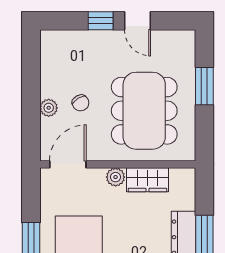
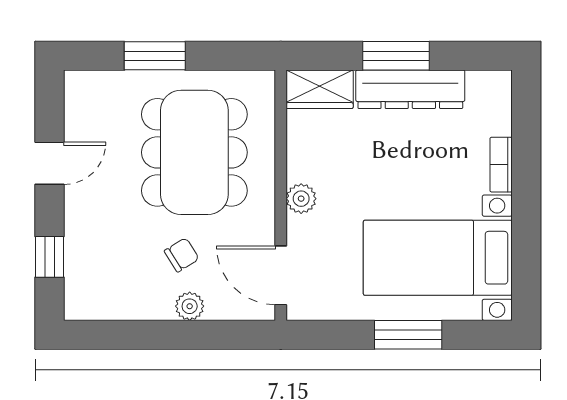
window: (101, 21) -> (50, 257), moved
dining table: (144, 111) -> (194, 152), turned 90
wardrobe: (147, 180) -> (320, 89), moved, turned 90

